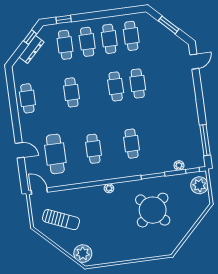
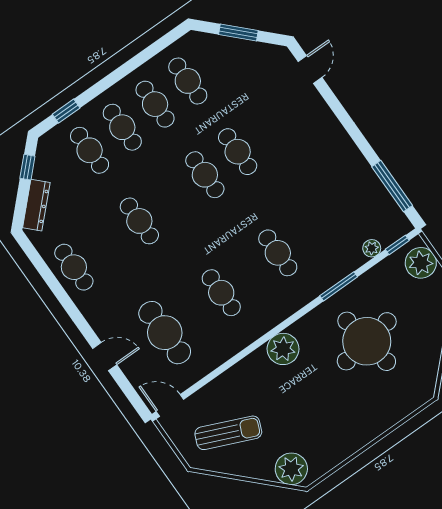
dresser: (31, 49) -> (36, 205), moved
plant: (109, 188) -> (283, 349), width x1.88, depth x1.88
round table: (153, 210) -> (367, 341), turned 33

